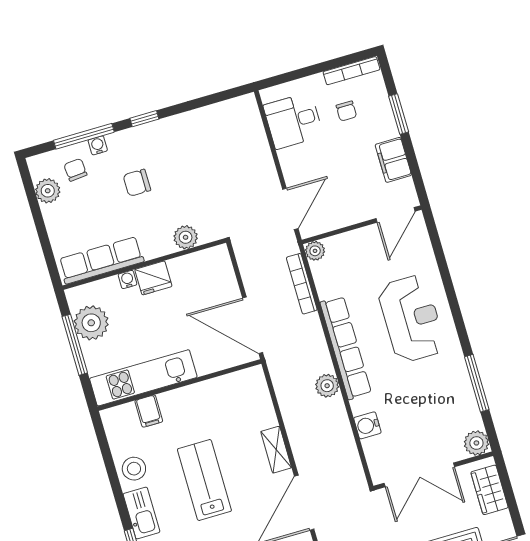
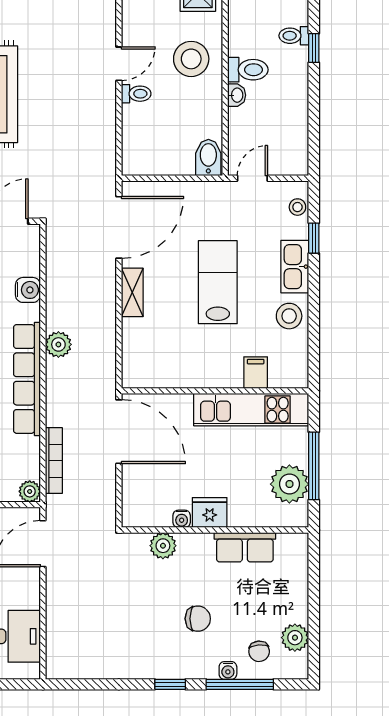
row of seats: (101, 260) -> (245, 547), width x0.68
water cooler: (127, 279) -> (182, 519), moved
lab bench: (204, 480) -> (218, 282), turned 180

